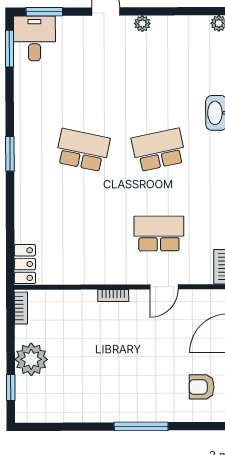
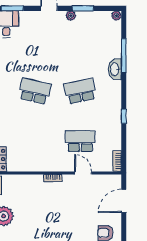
window: (162, 11) -> (83, 8), added
door: (164, 287) -> (83, 173), swing flipped

